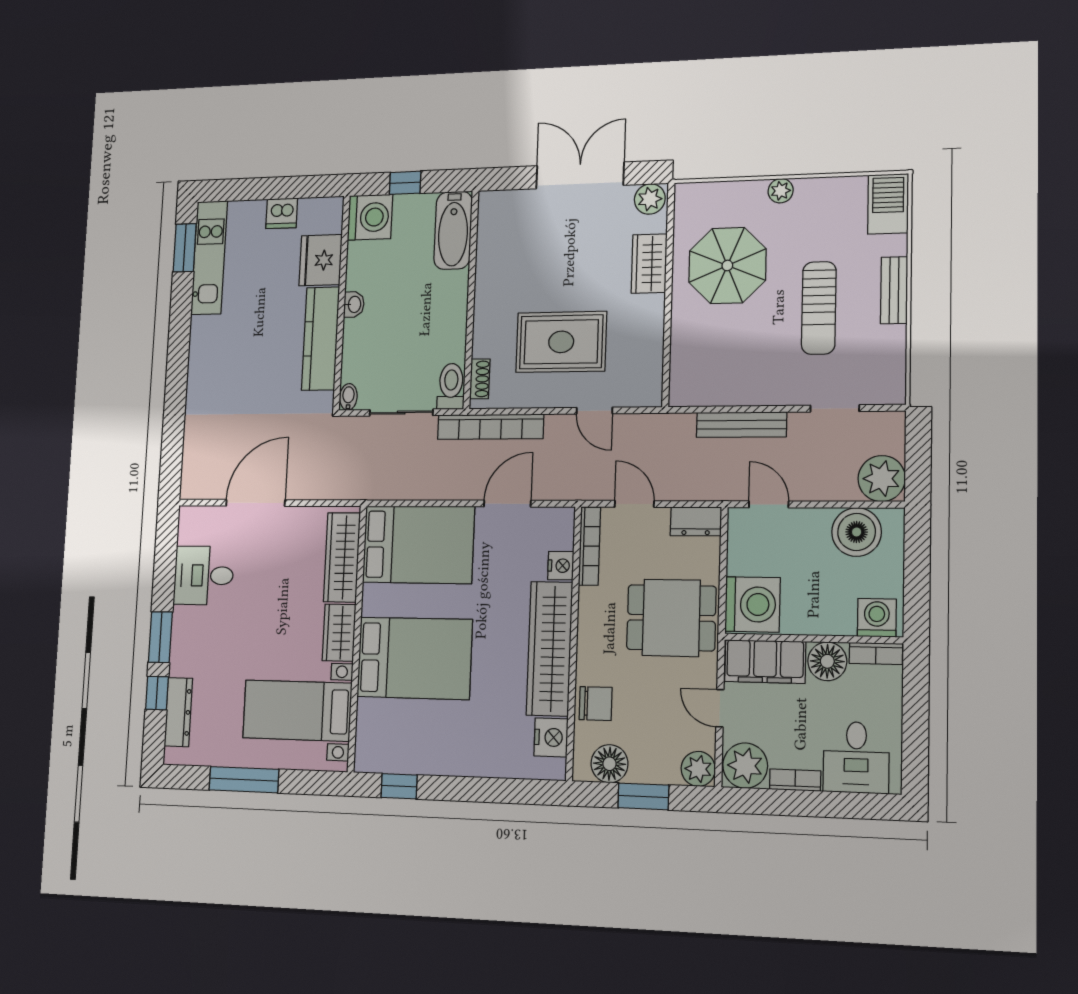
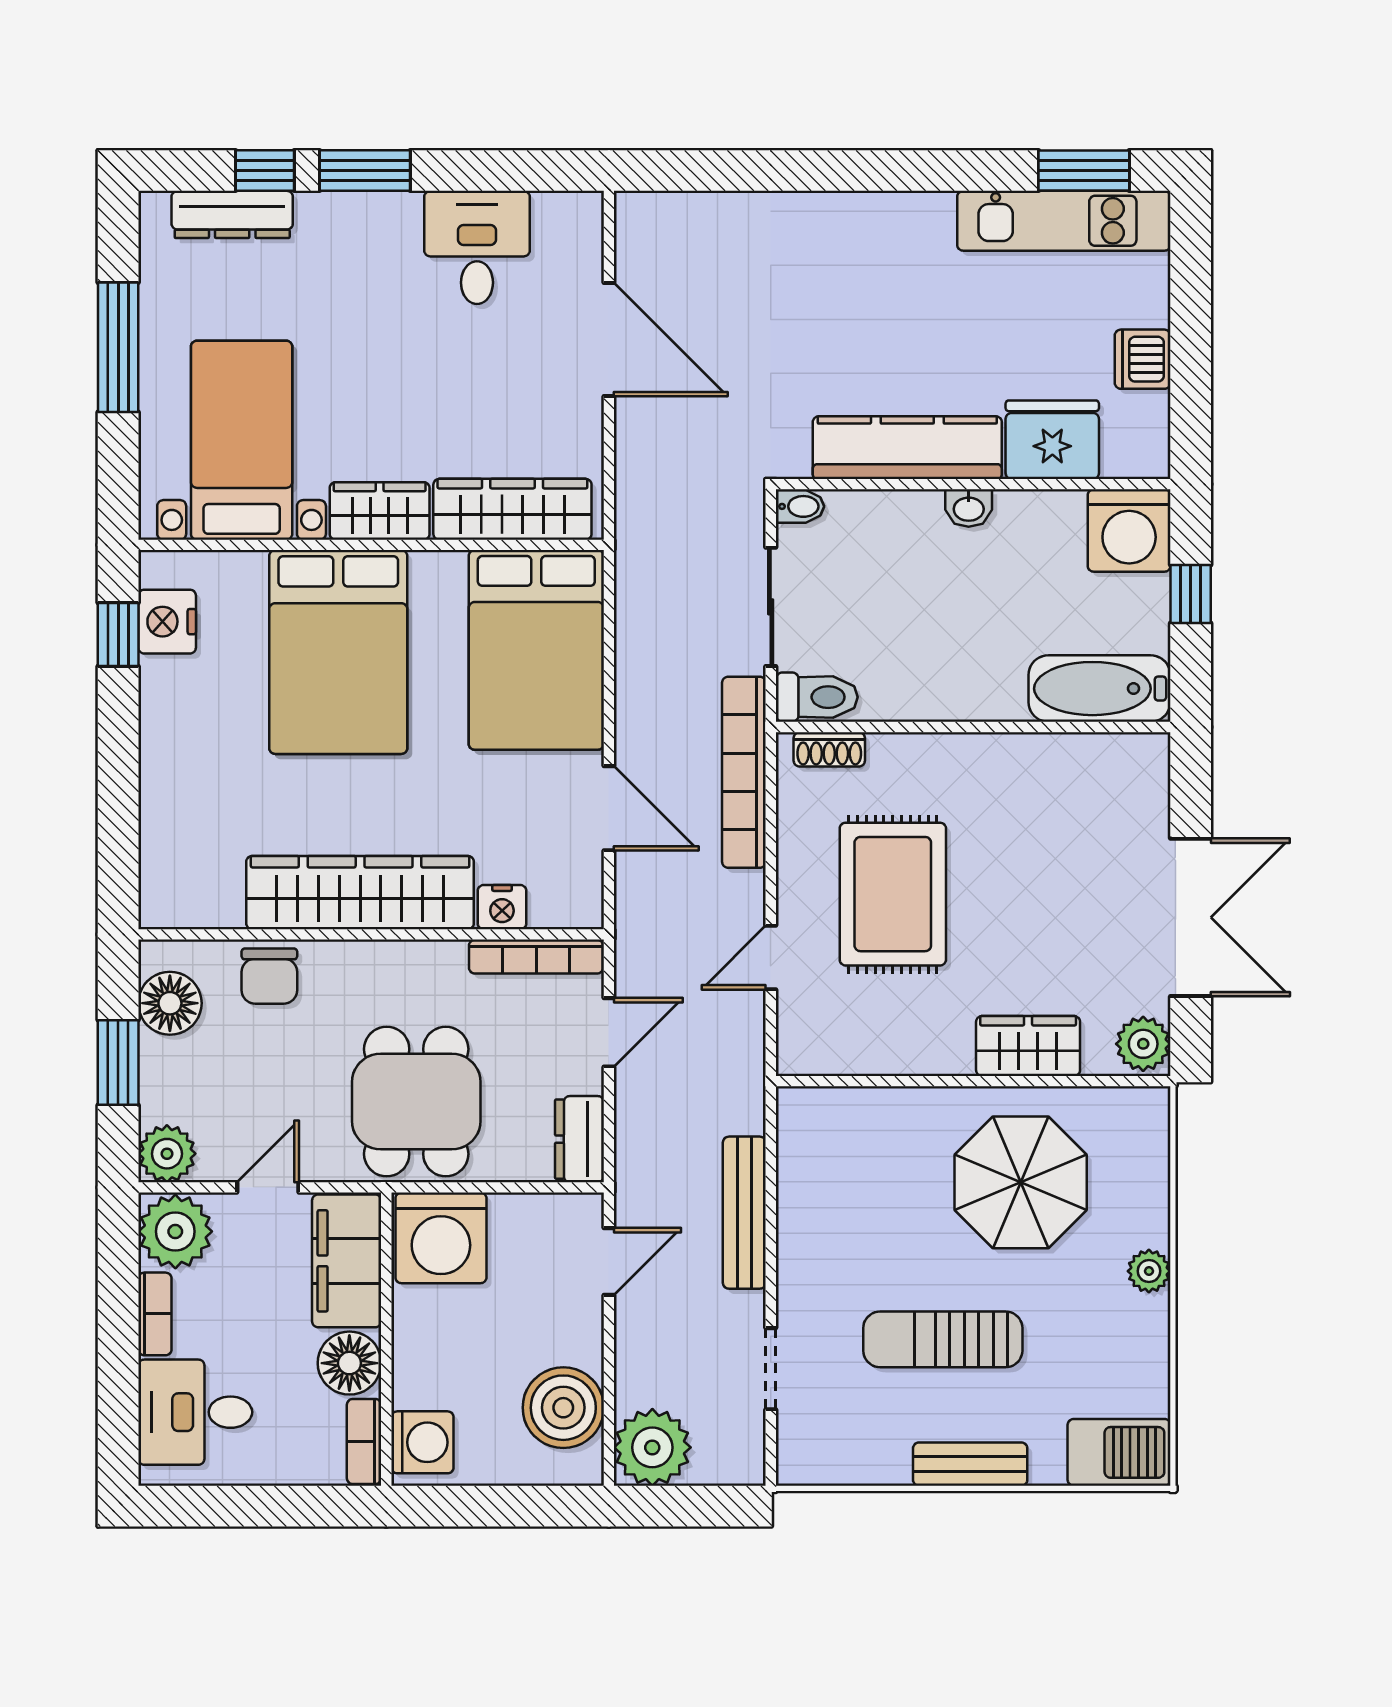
nightstand: (551, 737) -> (167, 622), moved, turned 90

